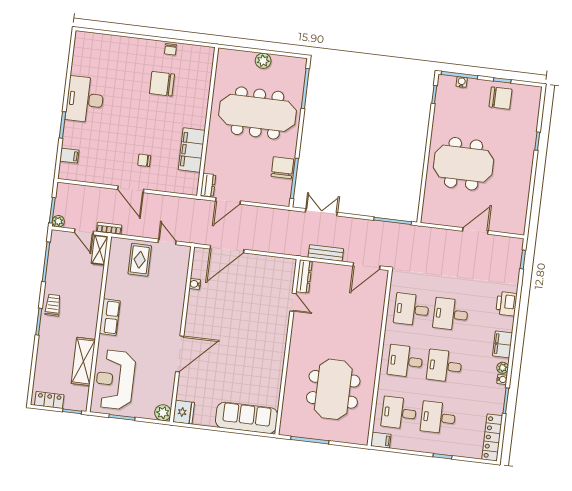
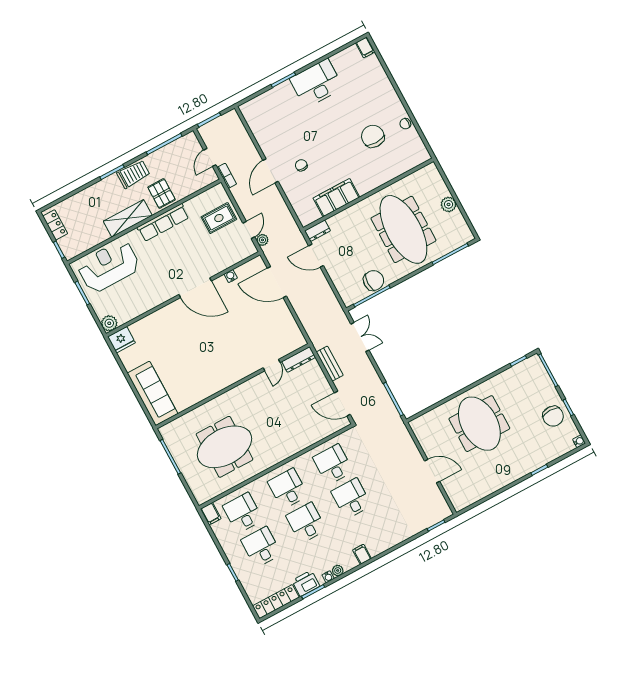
water cooler: (462, 82) -> (579, 441), moved
filing cabinet: (69, 156) -> (365, 47), moved
plant: (58, 221) -> (262, 240), moved
shelving: (100, 250) -> (204, 180), removed
pallet: (86, 293) -> (162, 193), added
printer: (506, 304) -> (306, 583), moved
trolley: (53, 305) -> (133, 174), width x1.36, depth x1.39
row of seats: (110, 317) -> (163, 222), width x1.48
filing cabinet: (503, 344) -> (362, 554), width x0.50
door: (180, 354) -> (195, 288), moved
shelving: (83, 361) -> (128, 218), moved

